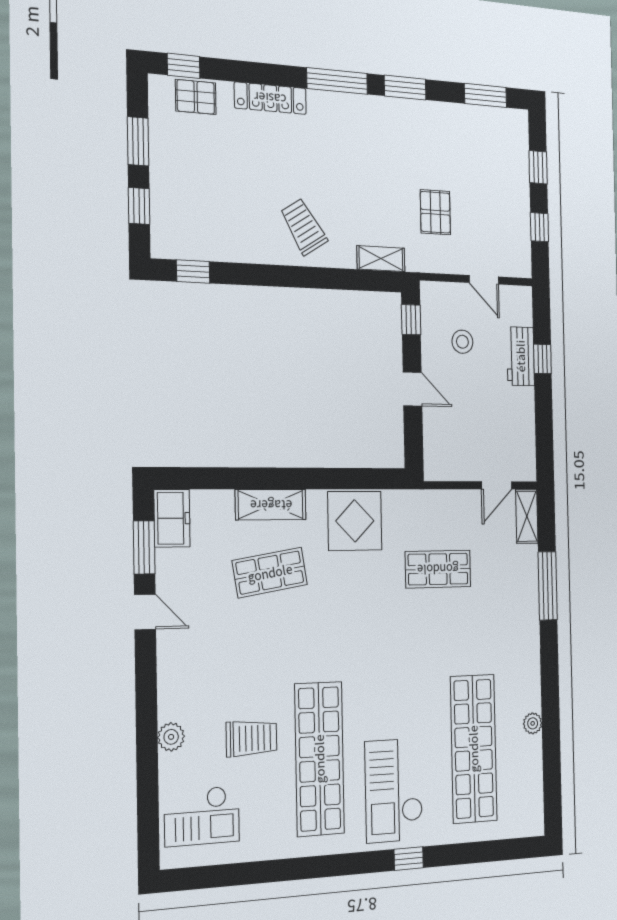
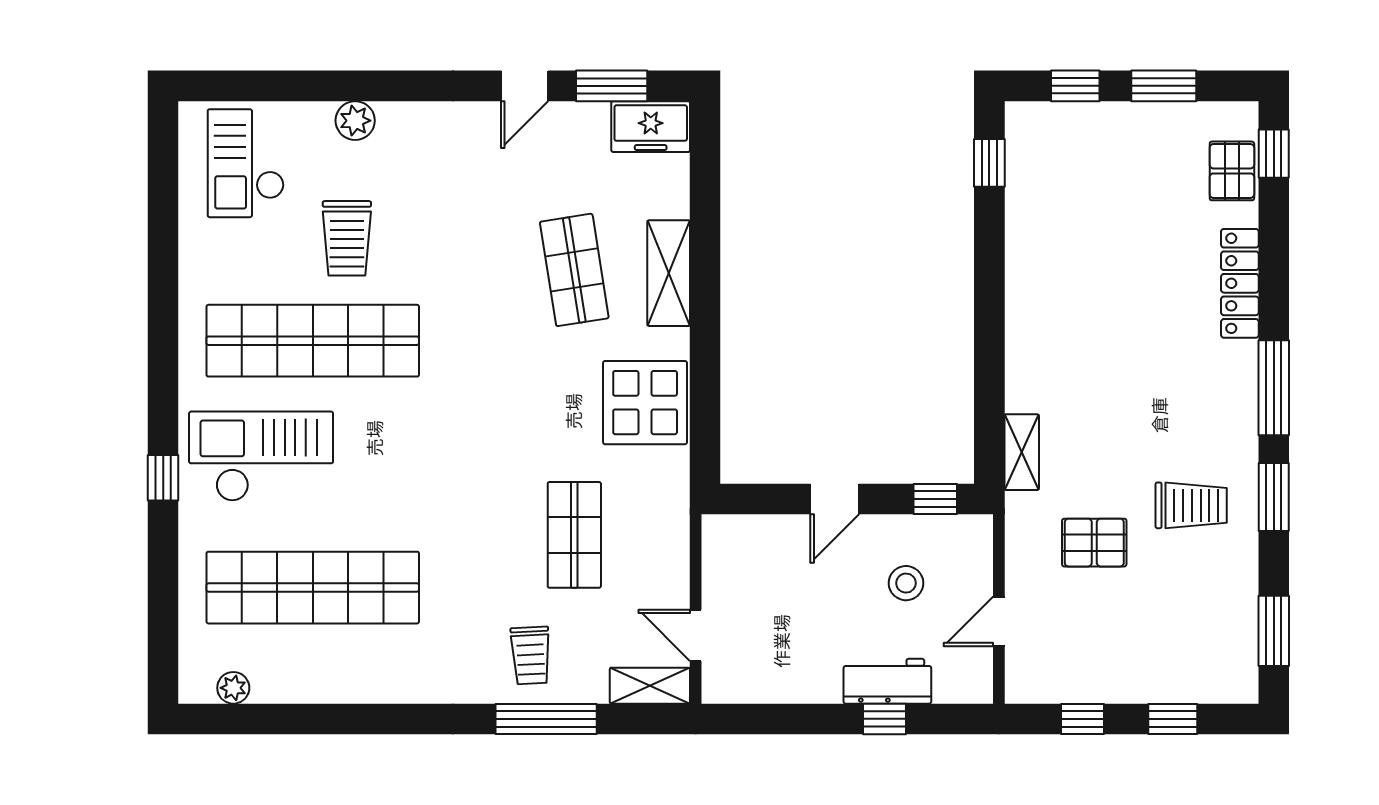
trolley: (304, 227) -> (1191, 505), moved, turned 32
trolley: (511, 597) -> (531, 655), added
plant: (533, 723) -> (233, 688), moved

